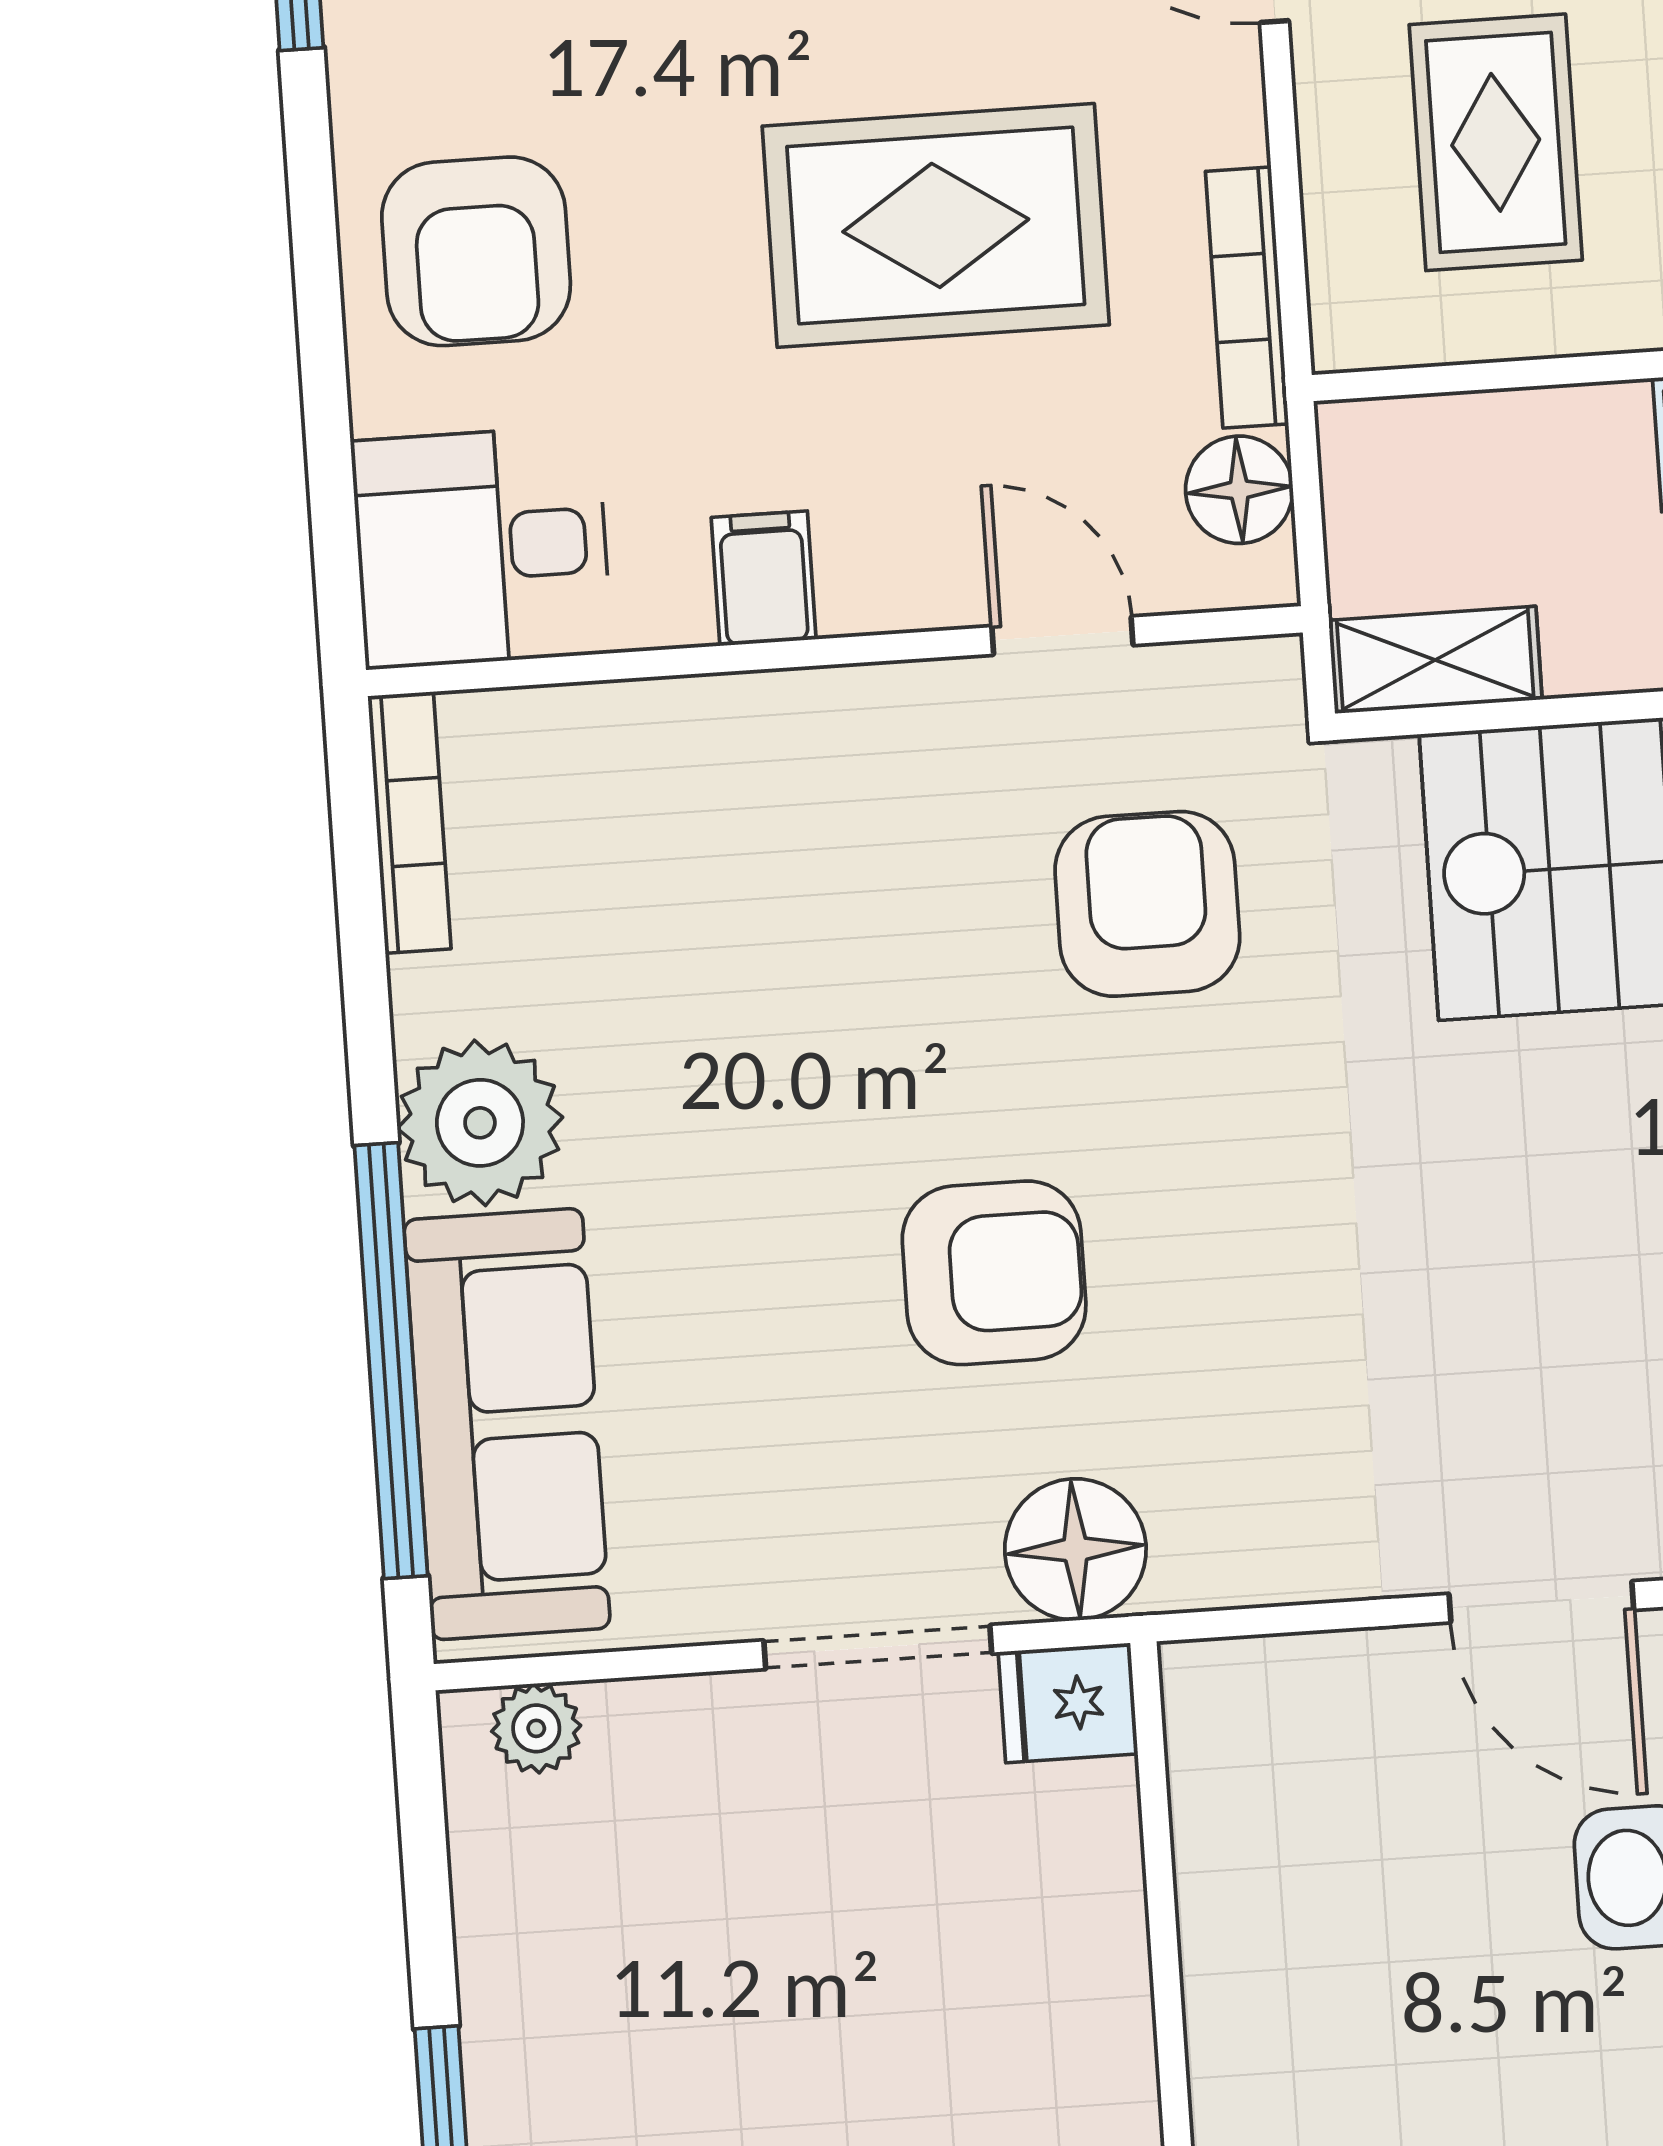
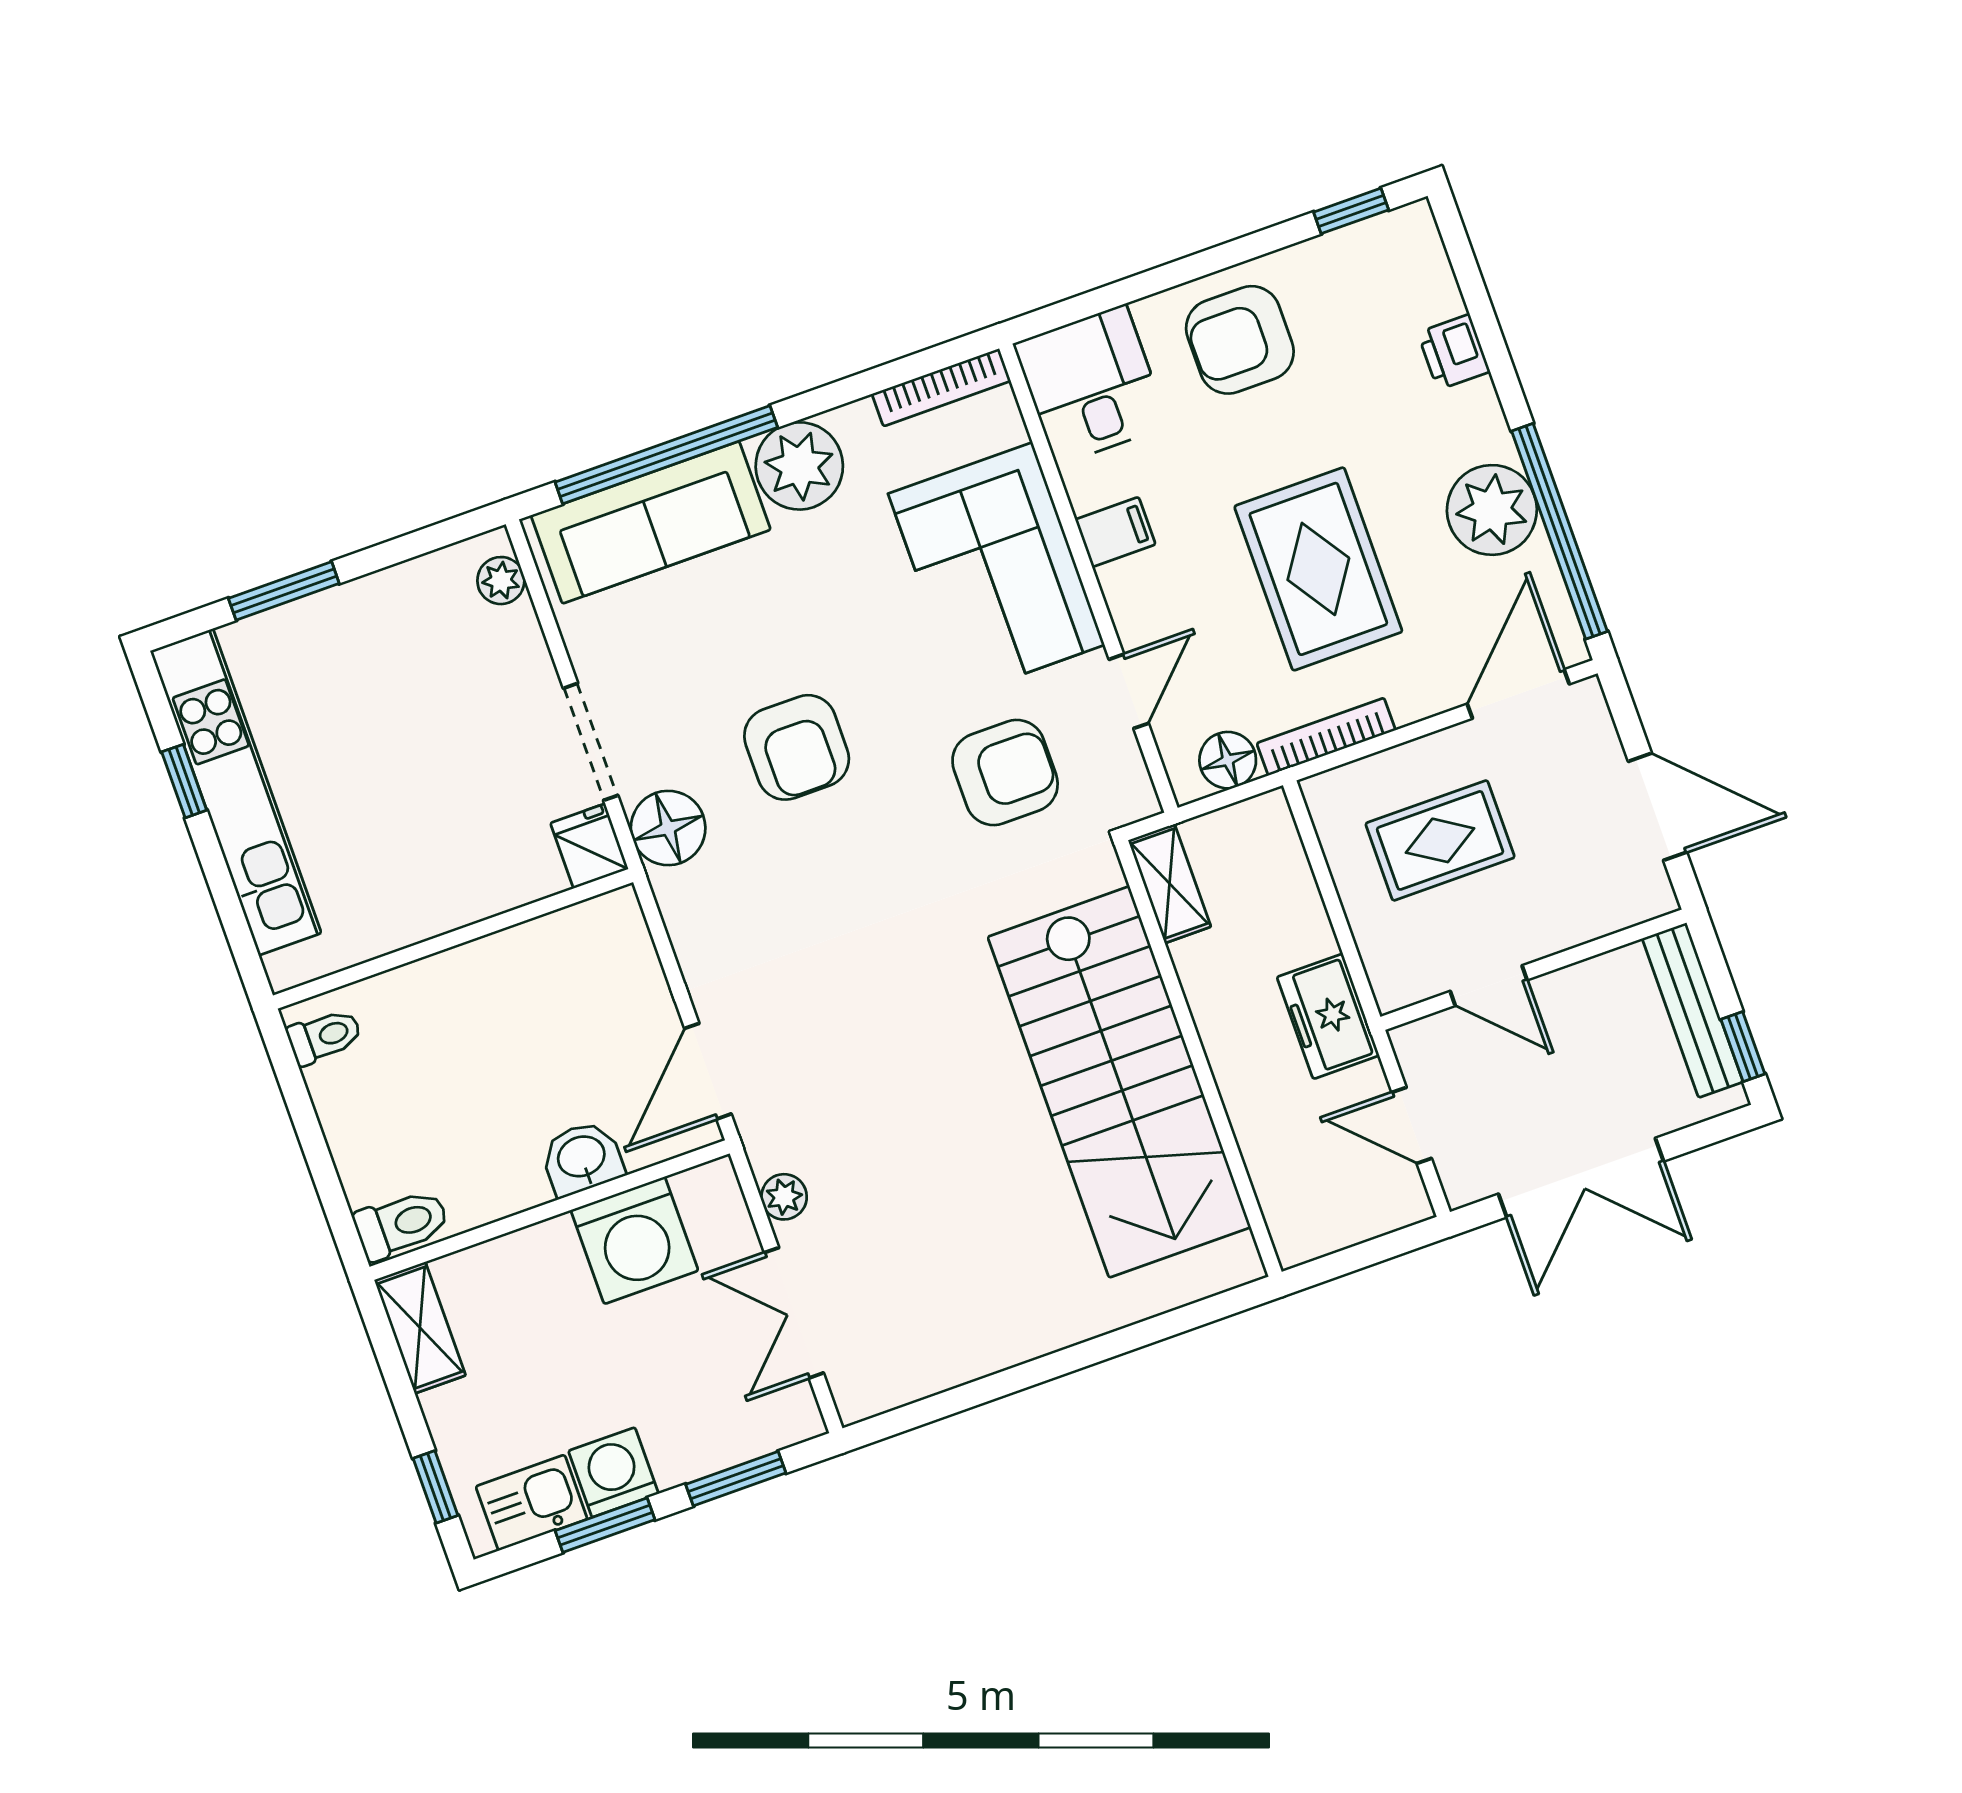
corner sofa: (771, 815) -> (996, 569), added

